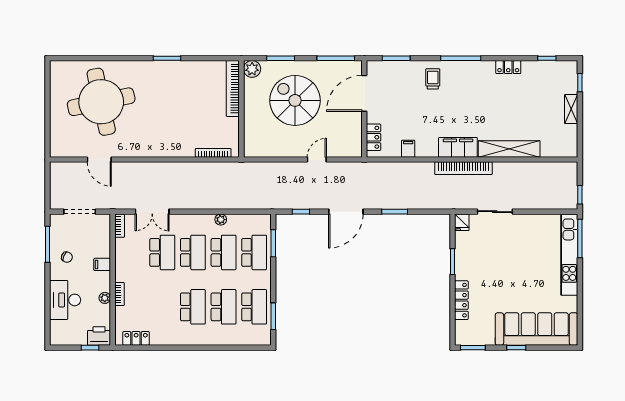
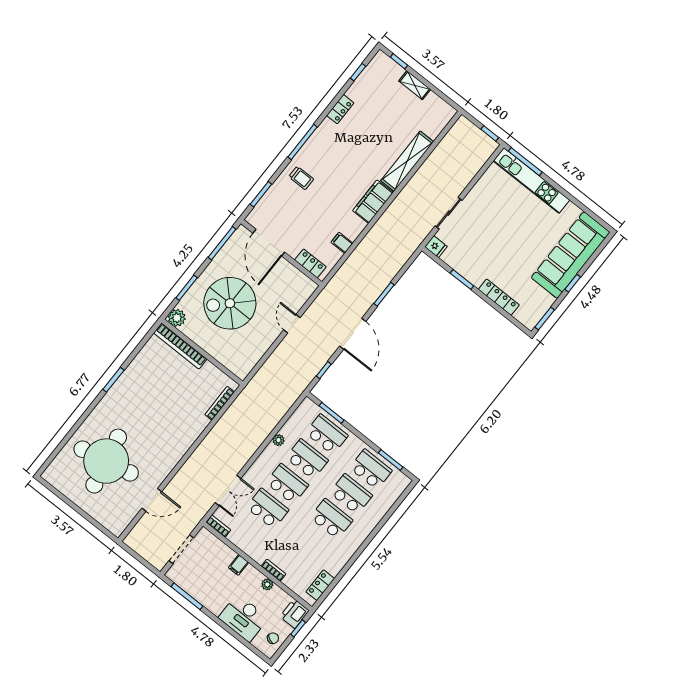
trolley: (433, 79) -> (301, 178), turned 180
bookcase: (463, 168) -> (393, 211), removed
chair: (67, 257) -> (273, 638), moved

